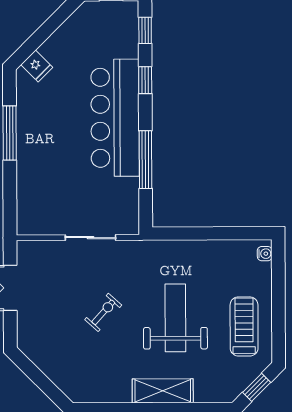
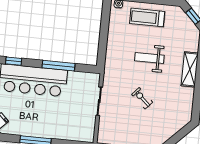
weight bench: (175, 318) -> (149, 58), width x0.73, depth x0.75
treadmill: (244, 326) -> (147, 17), moved

